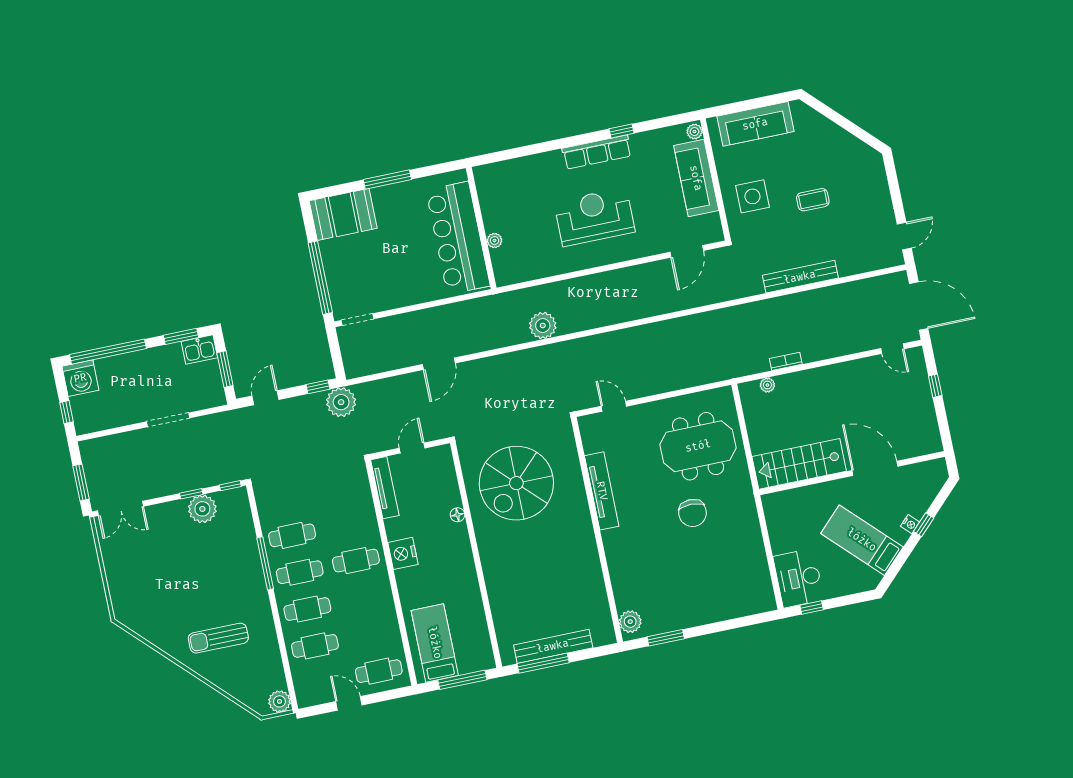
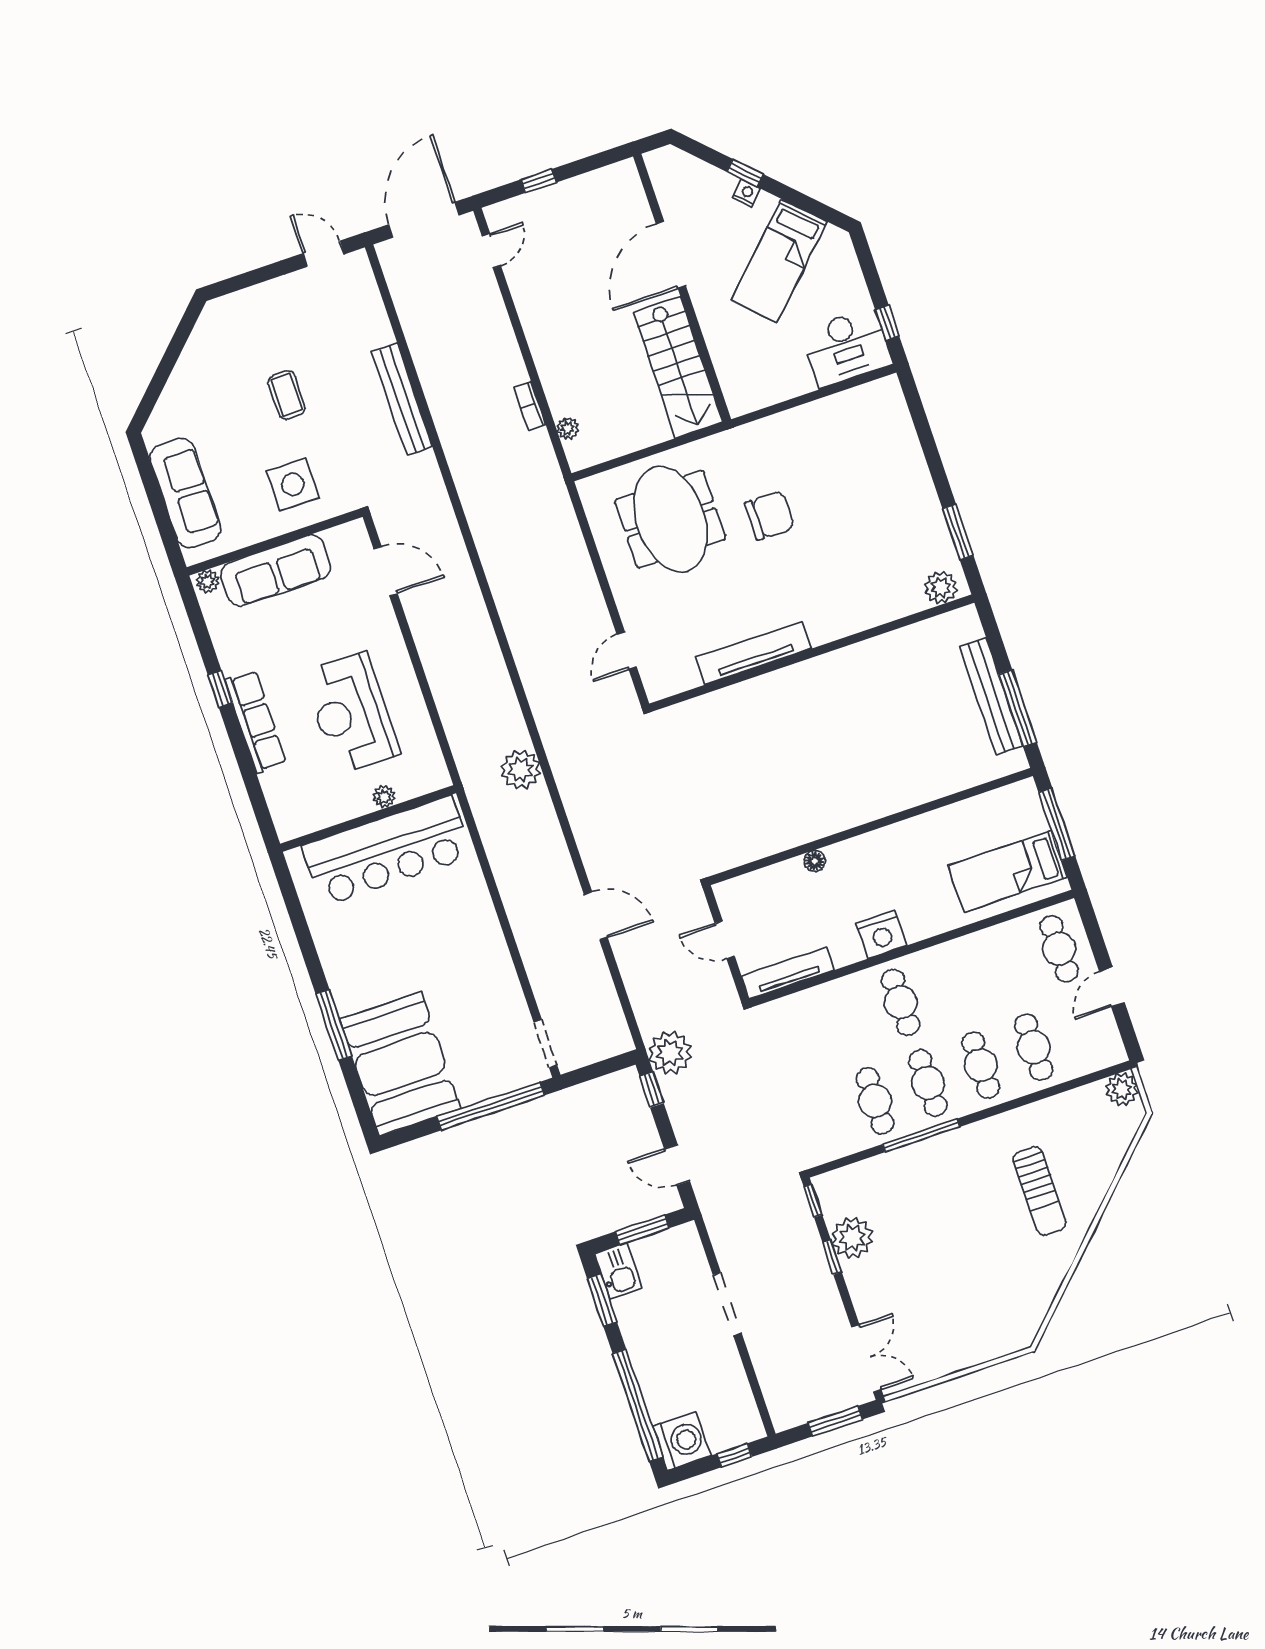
booth: (343, 214) -> (400, 1064), width x1.36, depth x1.42
wall: (481, 228) -> (368, 818), moved
bar counter: (458, 238) -> (387, 851), moved
plant: (494, 241) -> (384, 797), moved
spiral stairs: (516, 483) -> (757, 780), removed

